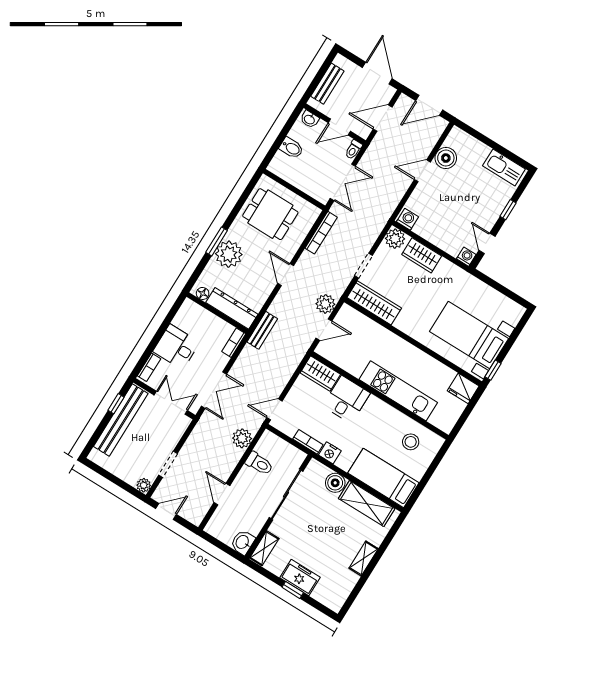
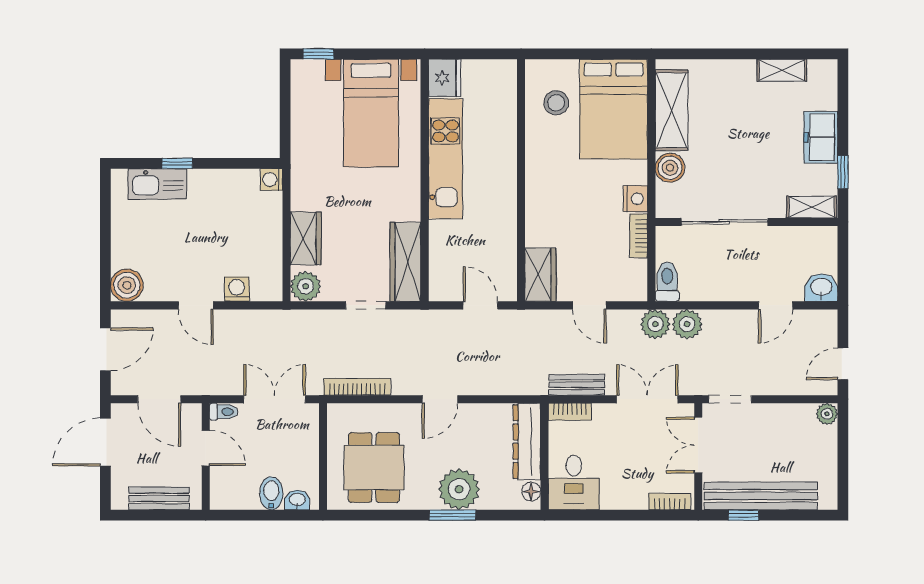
door: (429, 105) -> (105, 349), hinge flipped
washbasin: (310, 119) -> (297, 500), moved, turned -90
boiler: (446, 158) -> (127, 285), moved
kitchen sink: (504, 167) -> (157, 184), moved, turned 90
washing machine: (408, 219) -> (237, 289), moved, turned 90
door: (487, 243) -> (238, 163), removed
plant: (325, 304) -> (655, 324), moved
bench: (262, 330) -> (577, 385), moved
desk: (176, 347) -> (574, 483), moved
window: (493, 370) -> (319, 54), moved
kitchen unit: (398, 391) -> (445, 159), moved, turned 180
desk: (346, 399) -> (553, 220), removed
door: (274, 409) -> (589, 305), moved
toilet: (259, 463) -> (667, 282), moved
doorway: (168, 464) -> (730, 399), moved
bed: (383, 478) -> (614, 109), width x1.50
door: (166, 512) -> (843, 364), hinge flipped
washbasin: (243, 542) -> (821, 288), moved, turned 180
shelving: (364, 558) -> (782, 70), moved
window: (293, 590) -> (843, 172), moved

